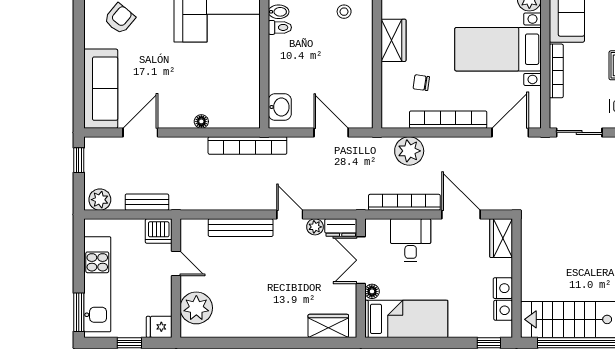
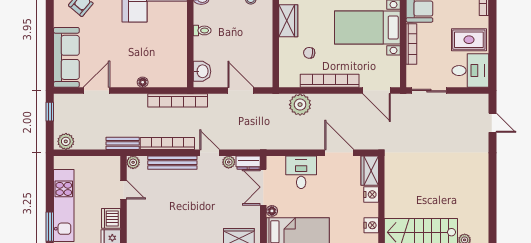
toilet: (280, 27) -> (202, 30), moved
door: (510, 132) -> (377, 91), swing flipped
bench: (147, 202) -> (123, 143), moved
bookcase: (404, 202) -> (167, 143), moved
dishwasher: (159, 231) -> (111, 218), moved, turned 90
nightstand: (503, 288) -> (371, 194), moved
plant: (196, 308) -> (133, 162), moved, width x0.53, depth x0.53

